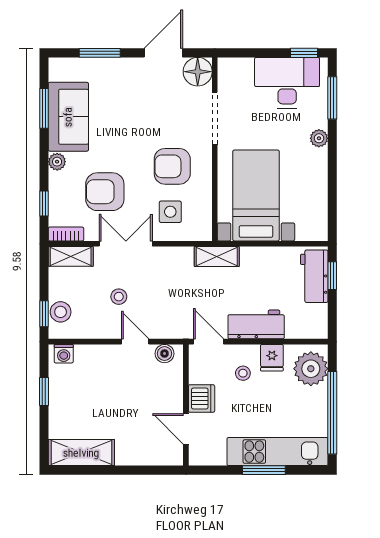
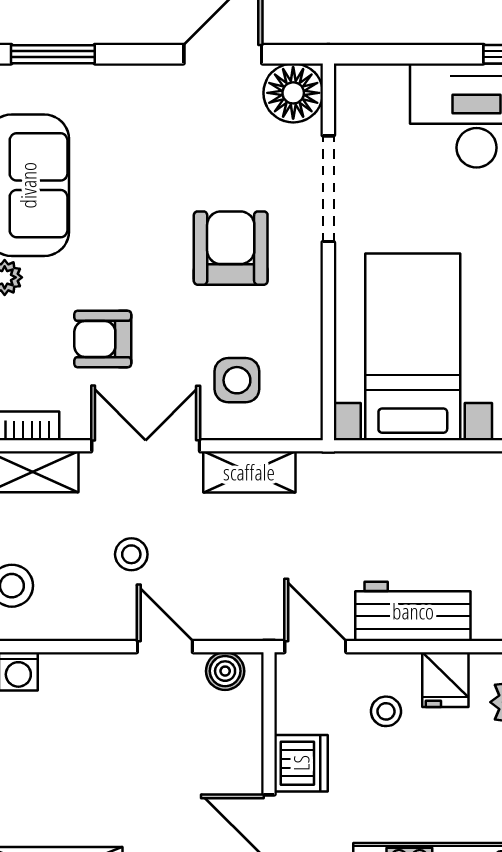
window: (100, 53) -> (53, 54), moved
armchair: (172, 166) -> (231, 248), moved, turned 90
armchair: (105, 192) -> (103, 339), width x0.72, depth x0.72
shelving: (217, 256) -> (249, 472), moved

